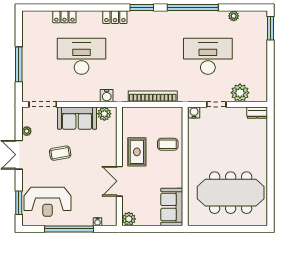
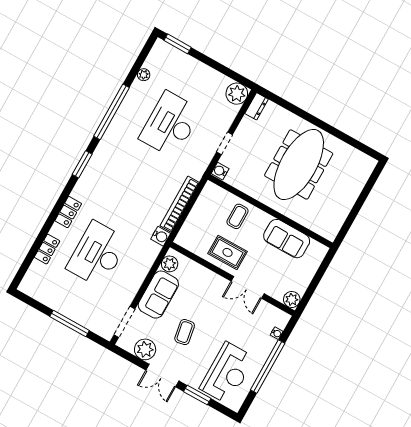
locker: (115, 17) -> (68, 212), moved
plant: (240, 93) -> (237, 94), moved
water cooler: (107, 96) -> (161, 236), moved
plant: (27, 131) -> (145, 349), width x1.88, depth x1.88
meeting table: (231, 193) -> (299, 165), moved
window: (19, 203) -> (197, 395), moved
sofa: (172, 207) -> (287, 239), moved

